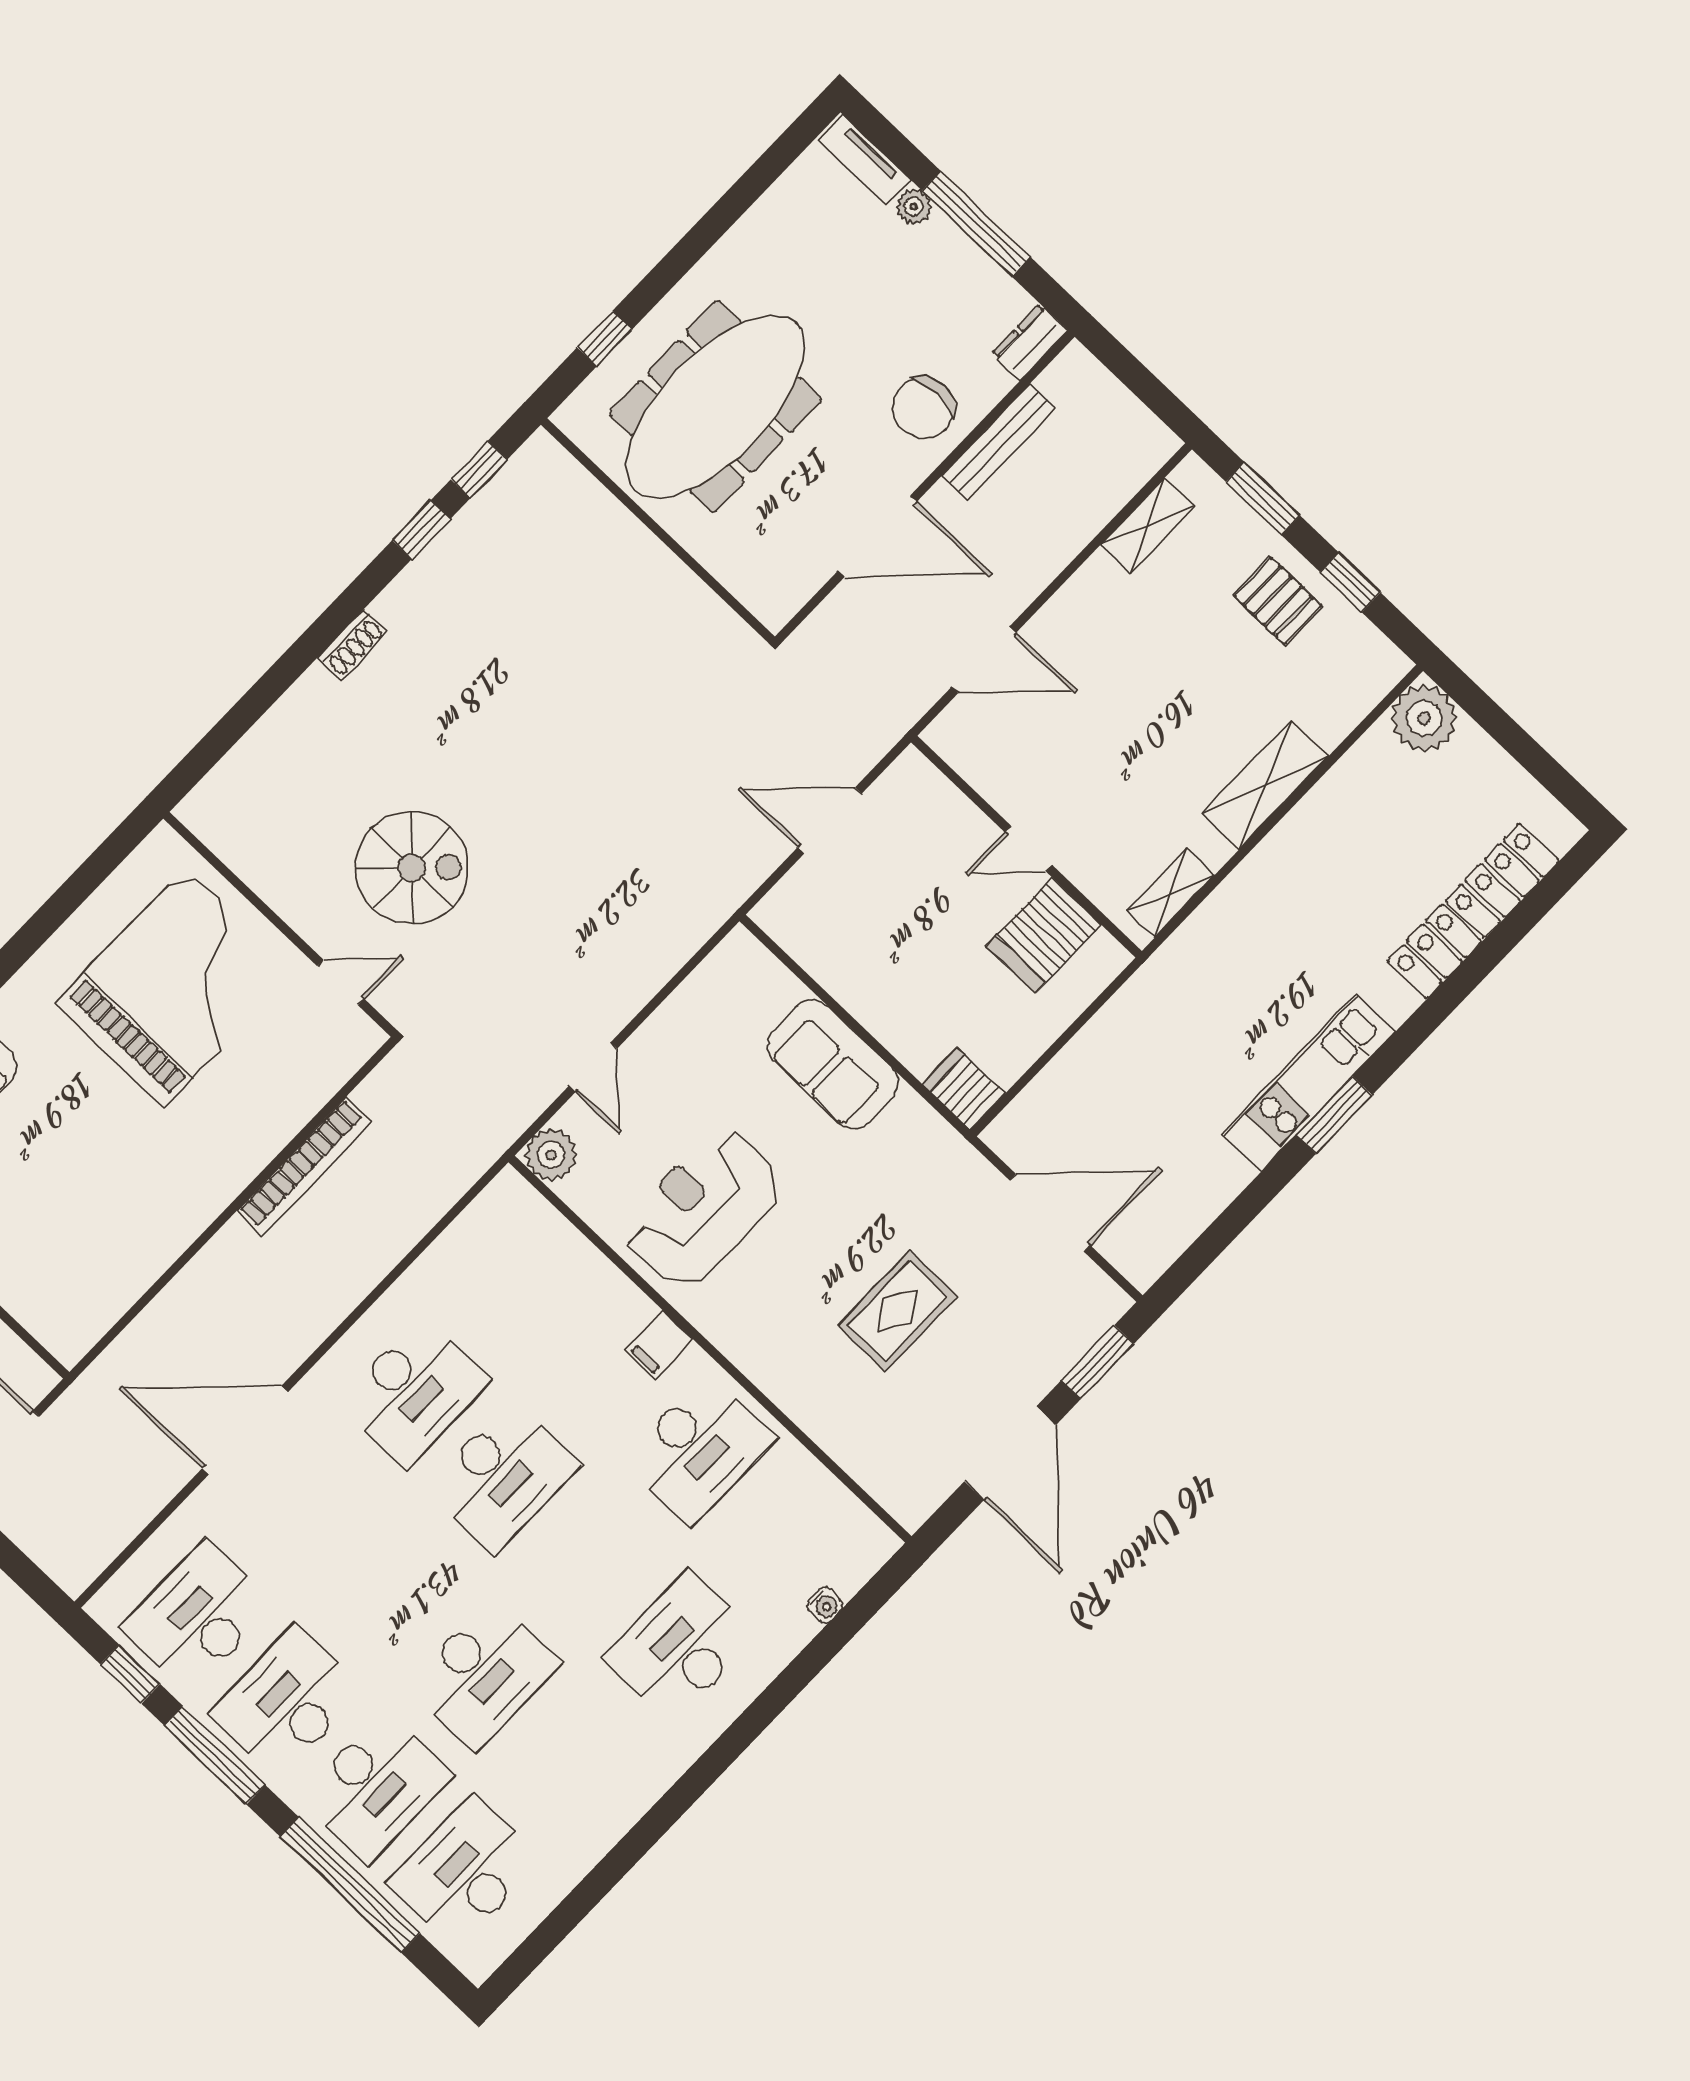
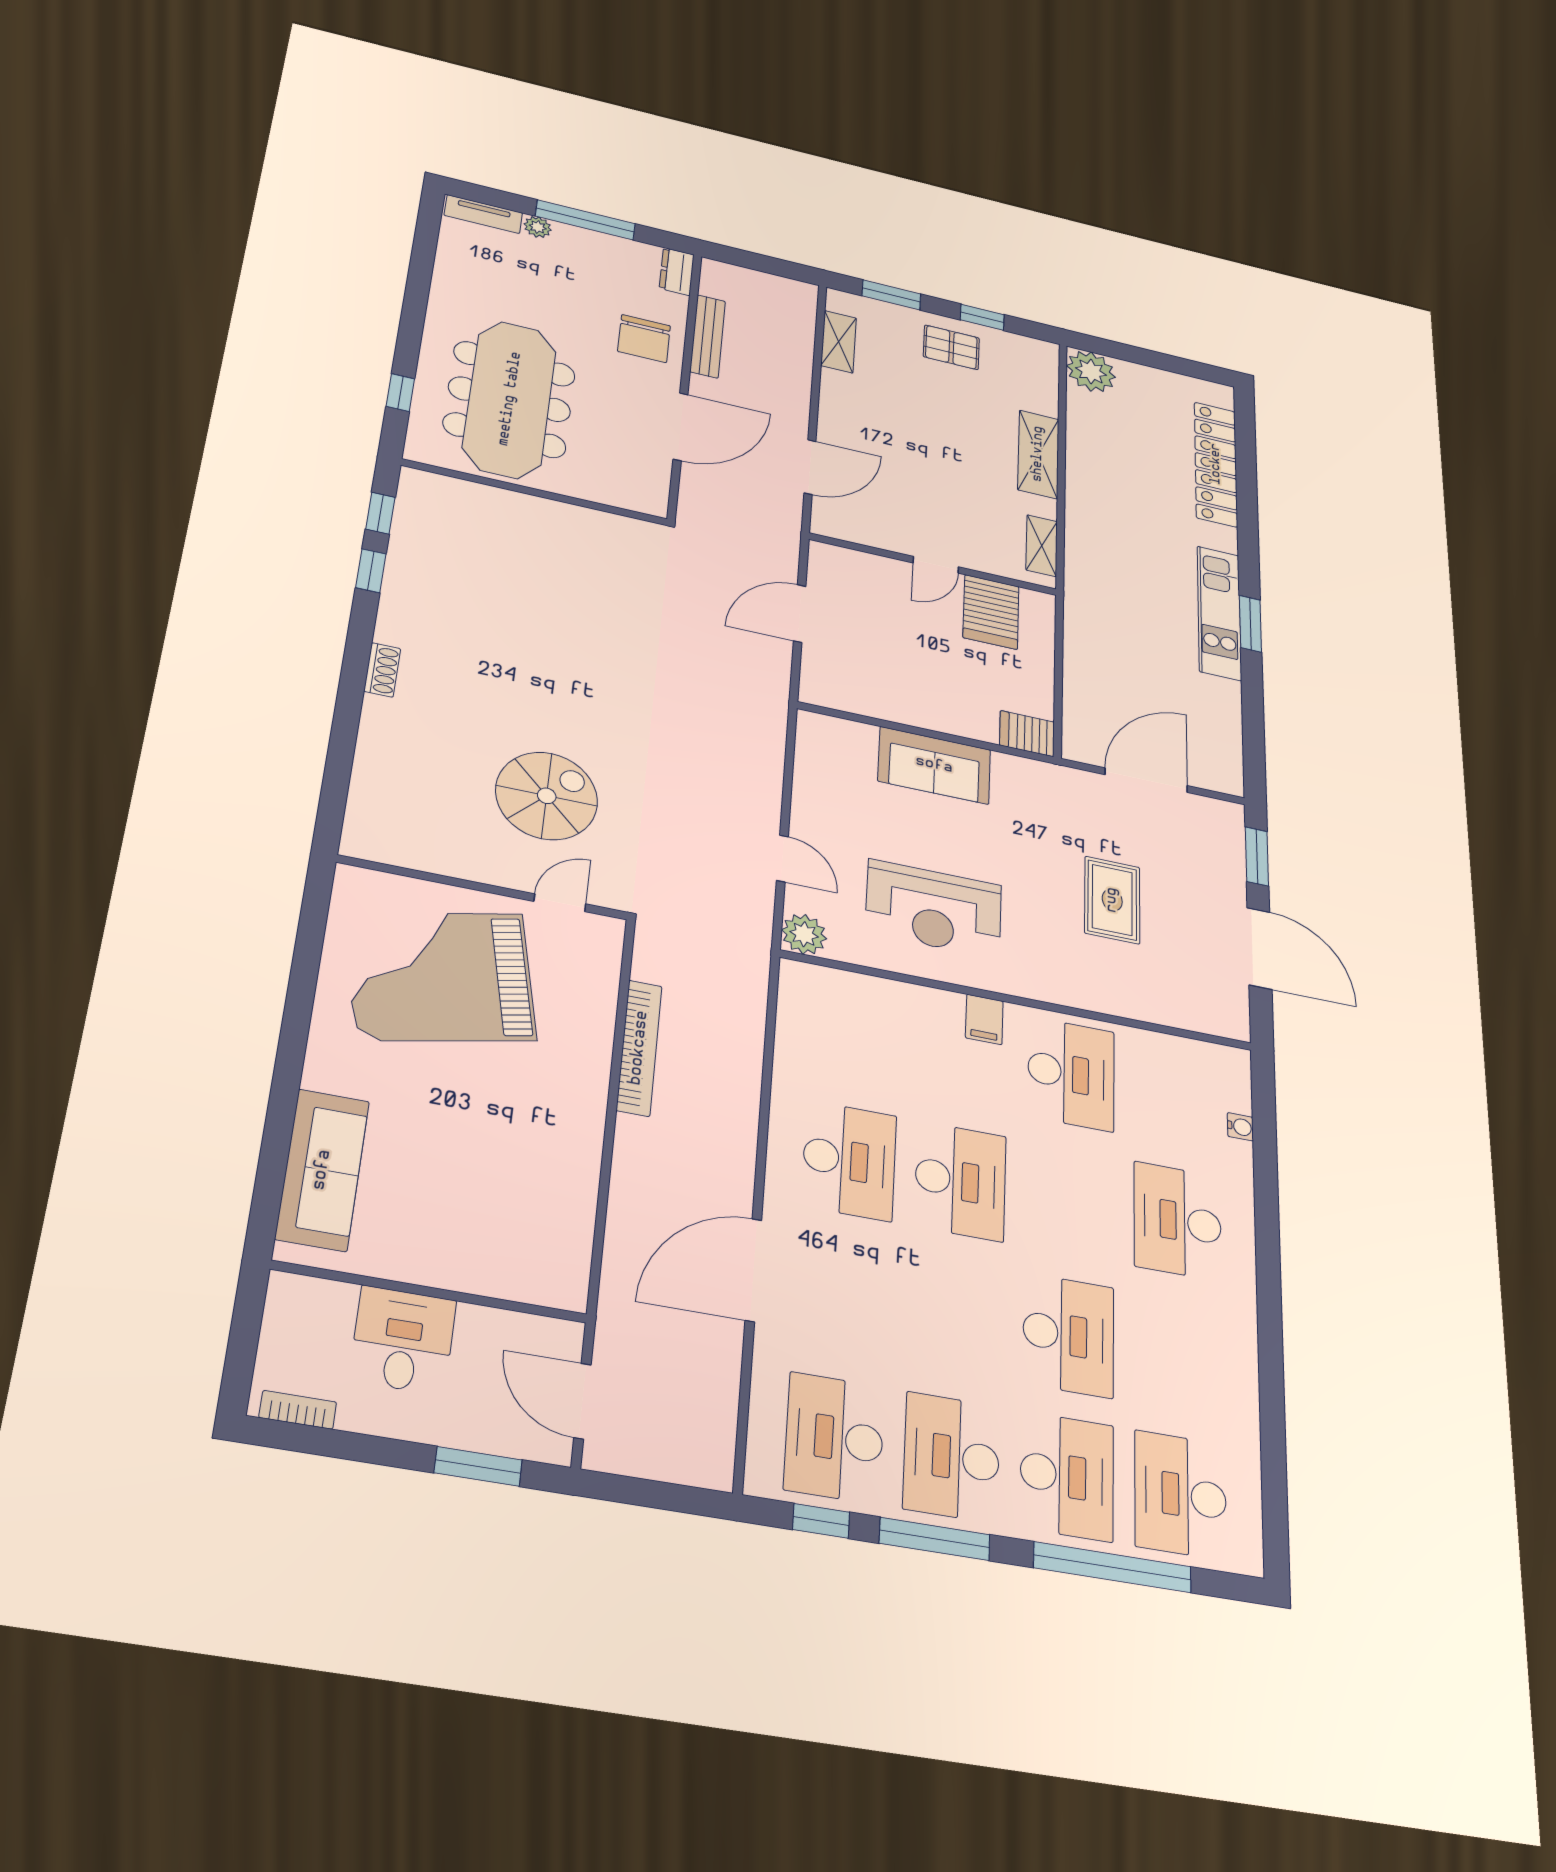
grand piano: (175, 987) -> (440, 976), turned -102
reception desk: (703, 1208) -> (934, 909), turned -90

